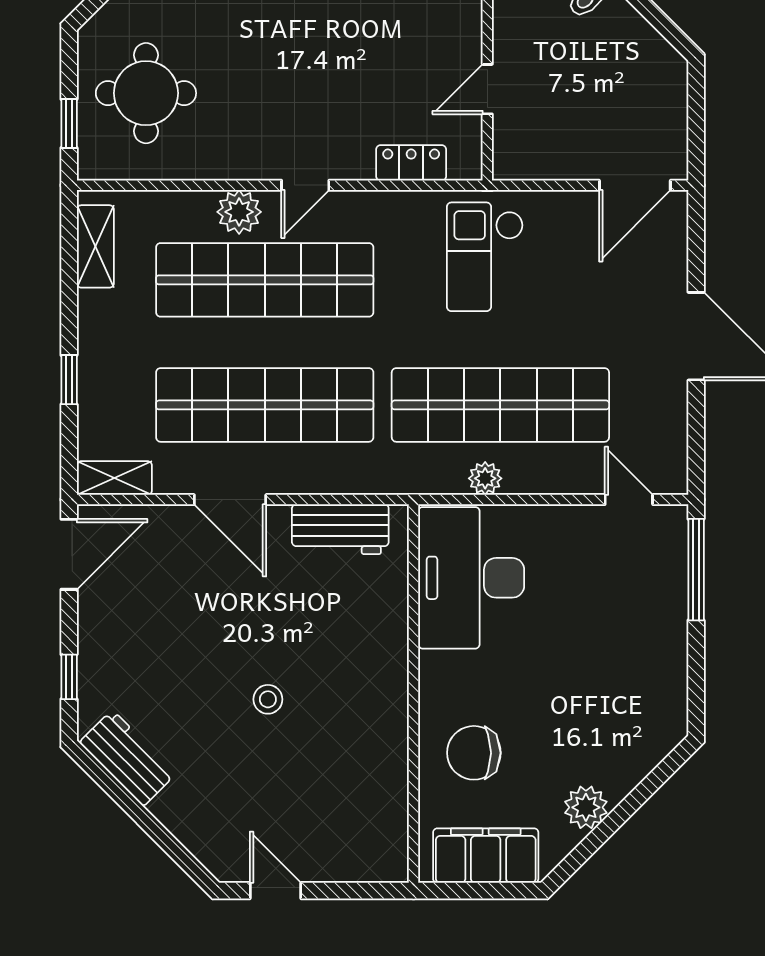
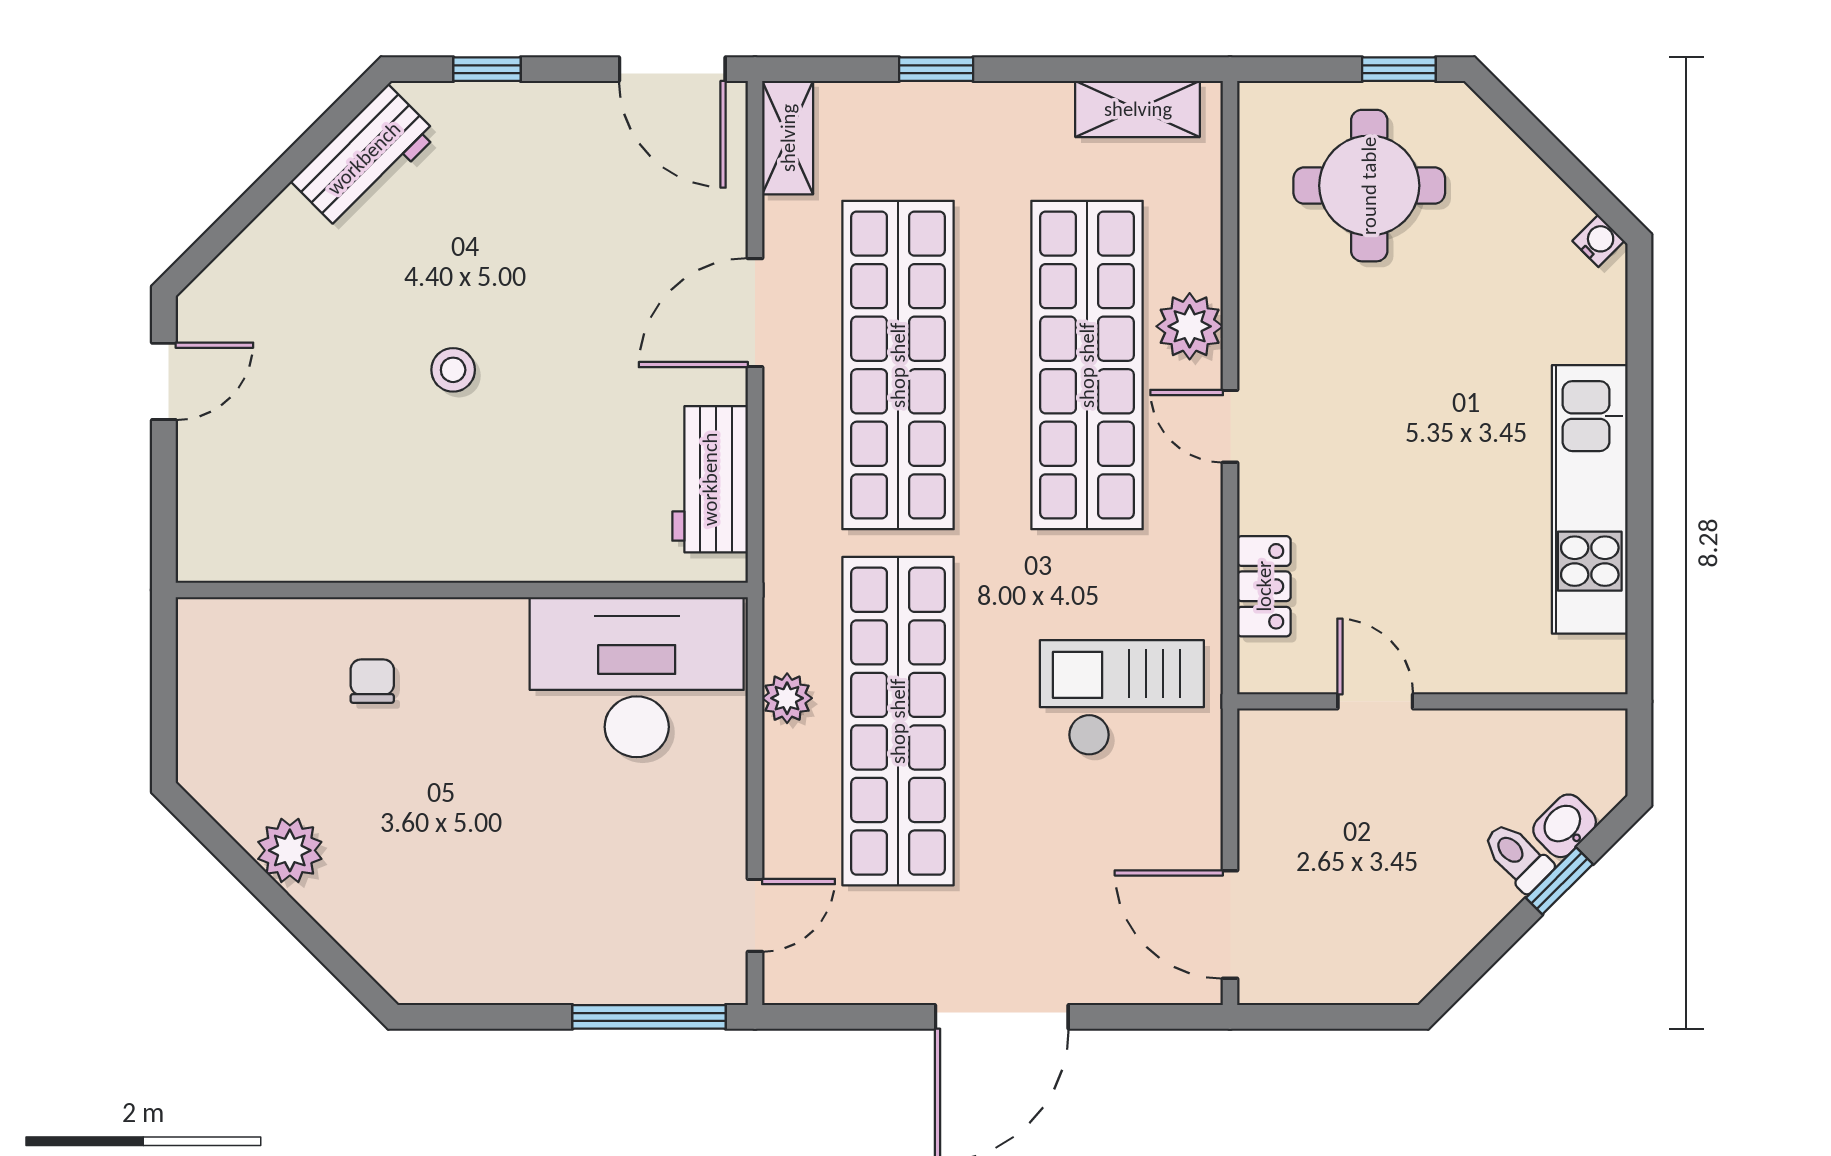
window: (69, 123) -> (1399, 69), moved
chair: (474, 753) -> (372, 681), width x0.54, depth x0.54
filing cabinet: (486, 856) -> (217, 699), removed

